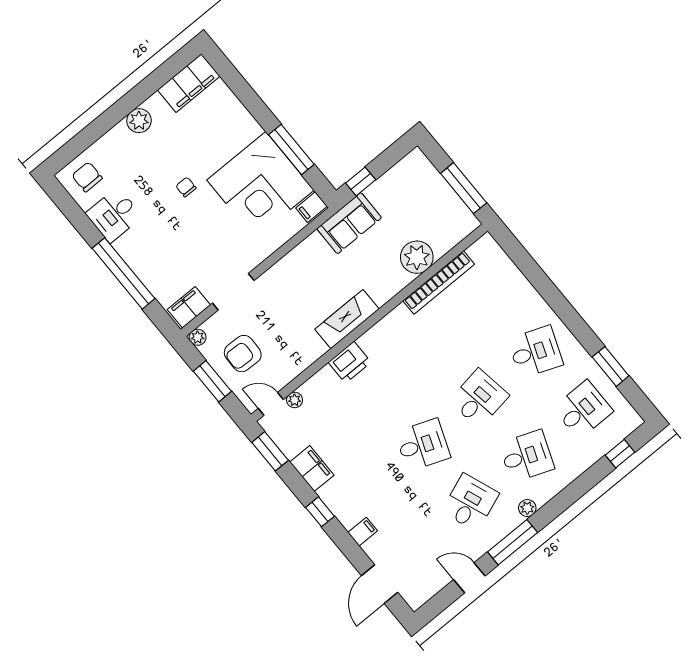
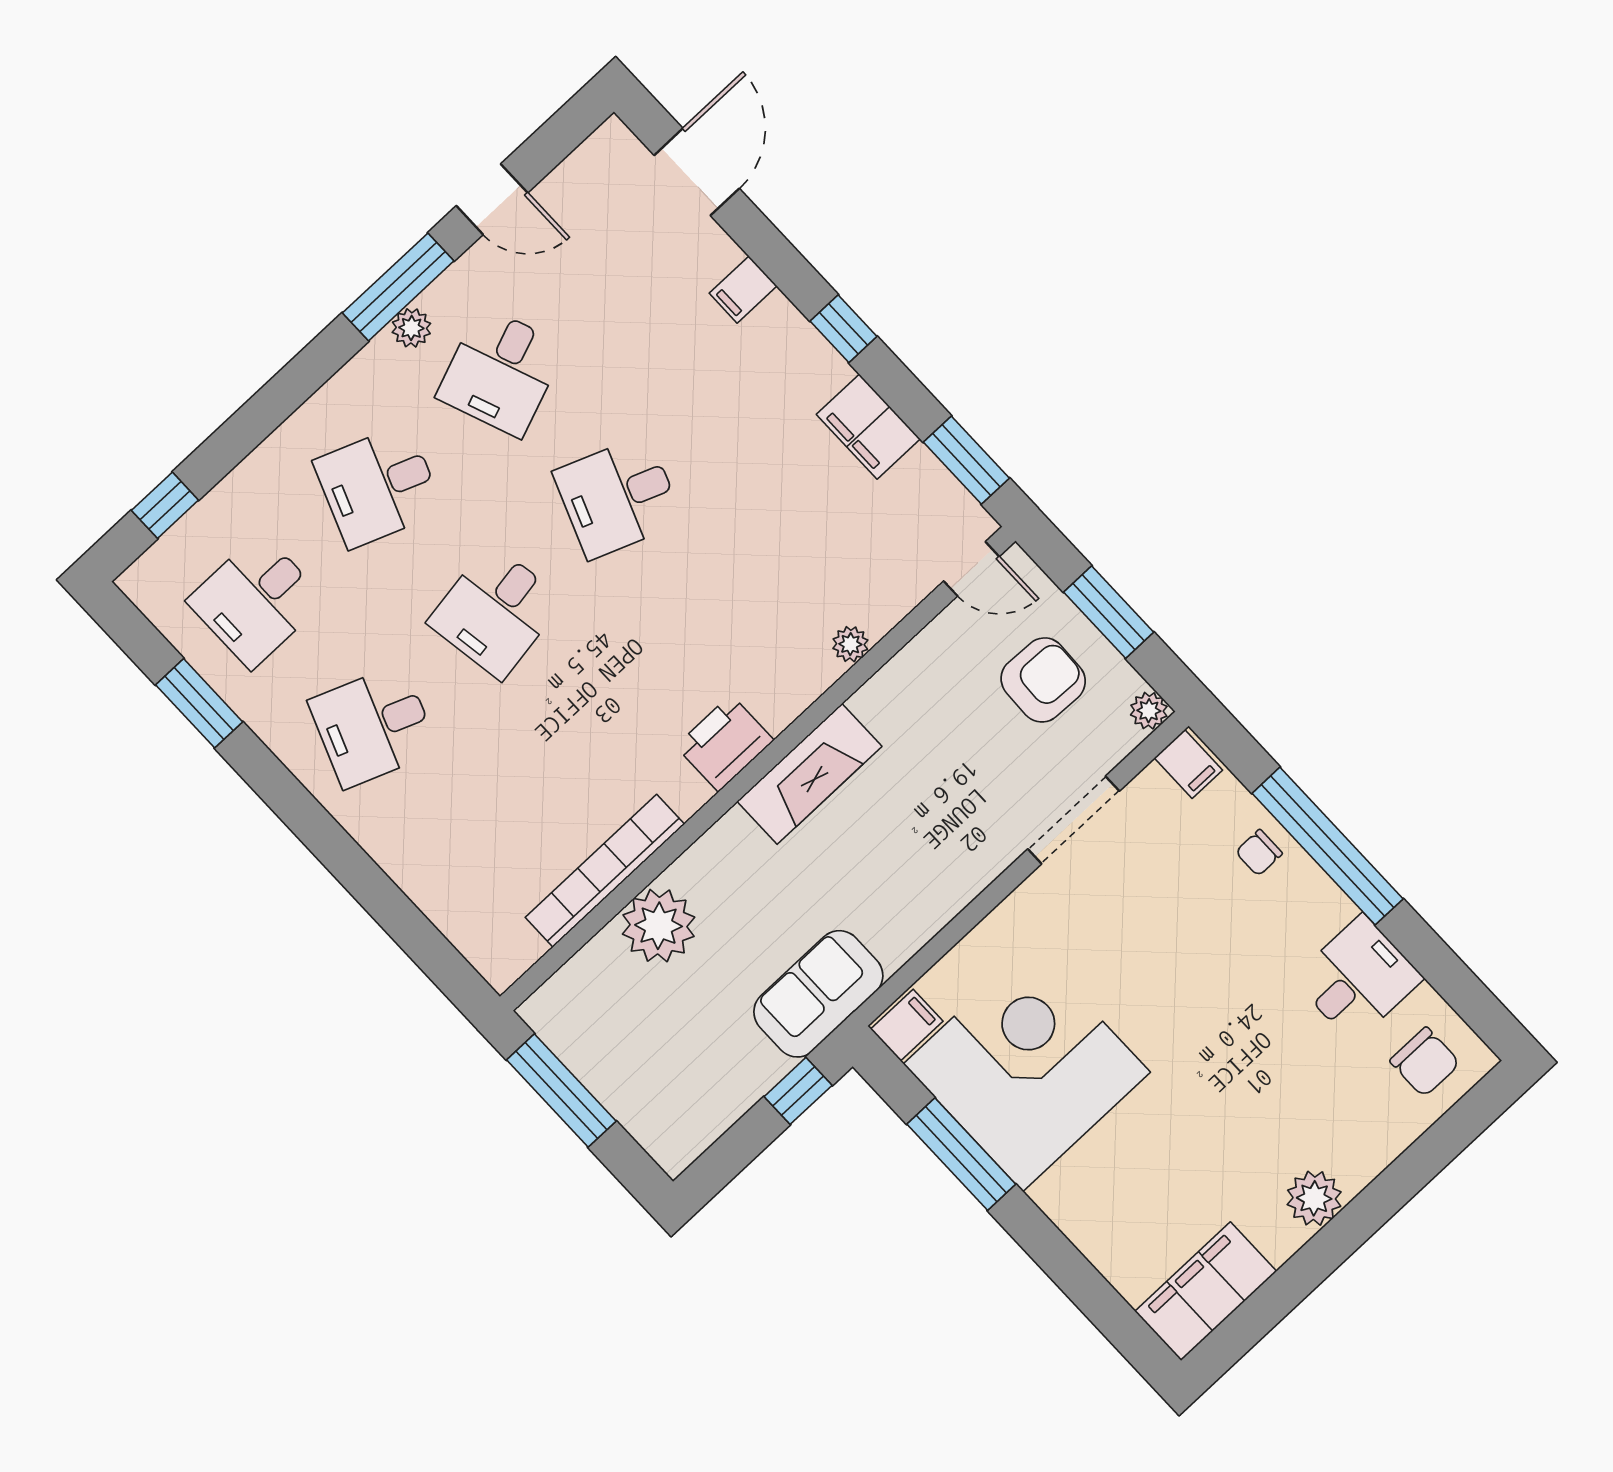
chair: (186, 187) -> (1259, 853), moved, turned 90
filing cabinet: (189, 307) -> (1188, 764), width x0.50
printer: (350, 362) -> (725, 743), moved
plant: (295, 400) -> (850, 644), moved
plant: (527, 508) -> (411, 328), moved

